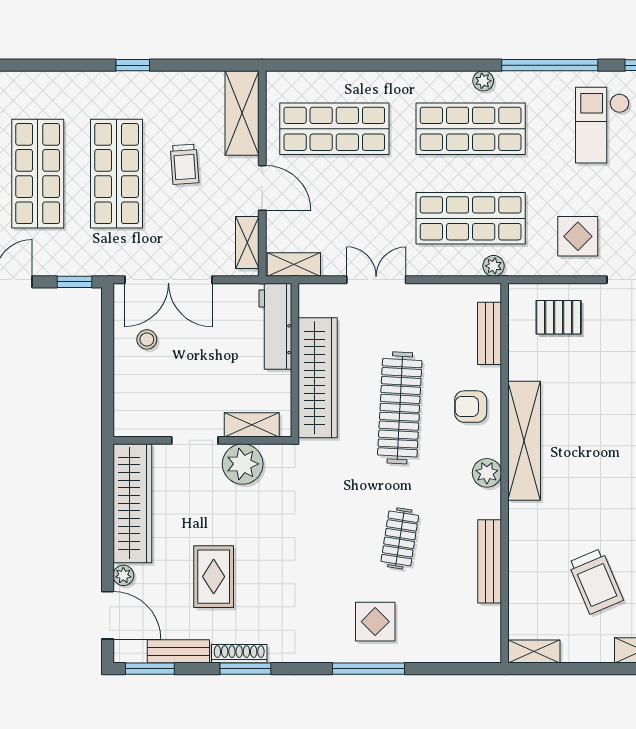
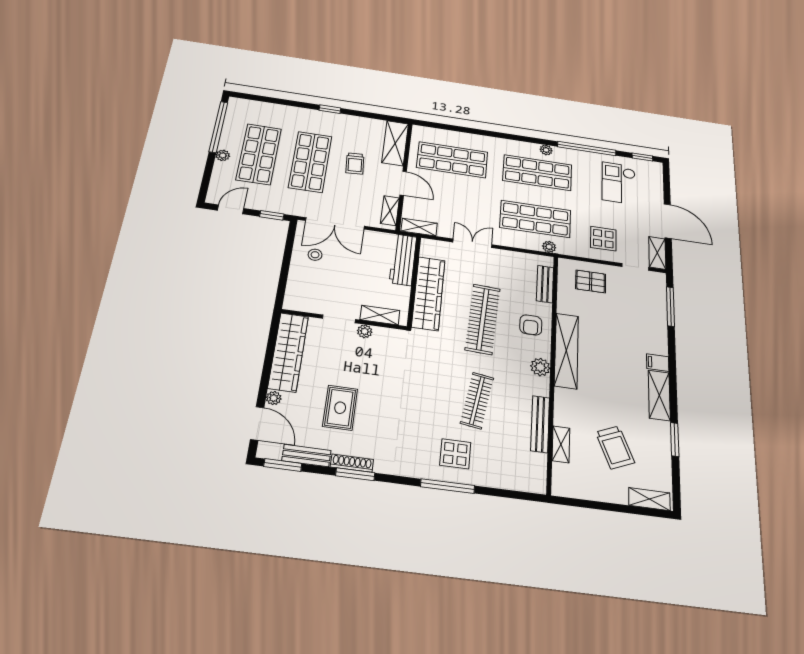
armchair: (471, 407) -> (531, 325), turned -90
plant: (243, 464) -> (365, 331), width x0.53, depth x0.53
clothes rail: (400, 538) -> (477, 400), width x1.36
shelving: (534, 652) -> (561, 444), moved, turned 90

